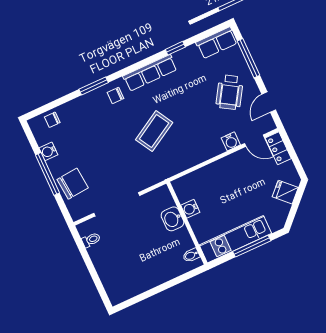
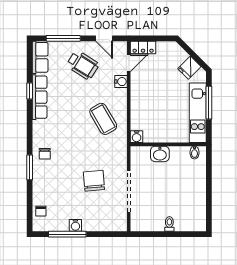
row of seats: (150, 73) -> (40, 97), moved
coffee table: (154, 131) -> (103, 119), moved
water cooler: (48, 151) -> (75, 225), moved
window: (48, 174) -> (67, 234), moved
chair: (73, 184) -> (94, 181), moved
fridge: (285, 192) -> (189, 68), moved
water cooler: (190, 209) -> (137, 137), moved
toilet: (91, 240) -> (169, 224), moved

